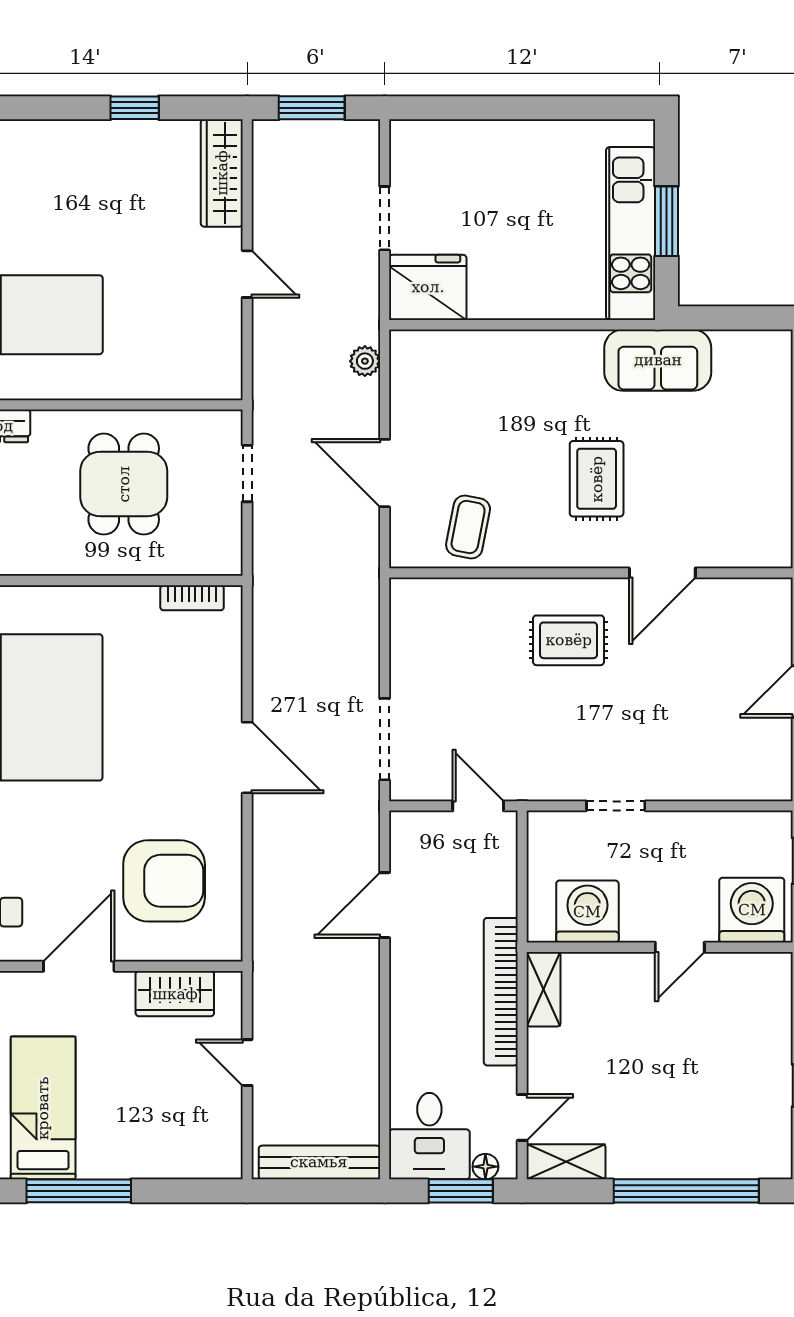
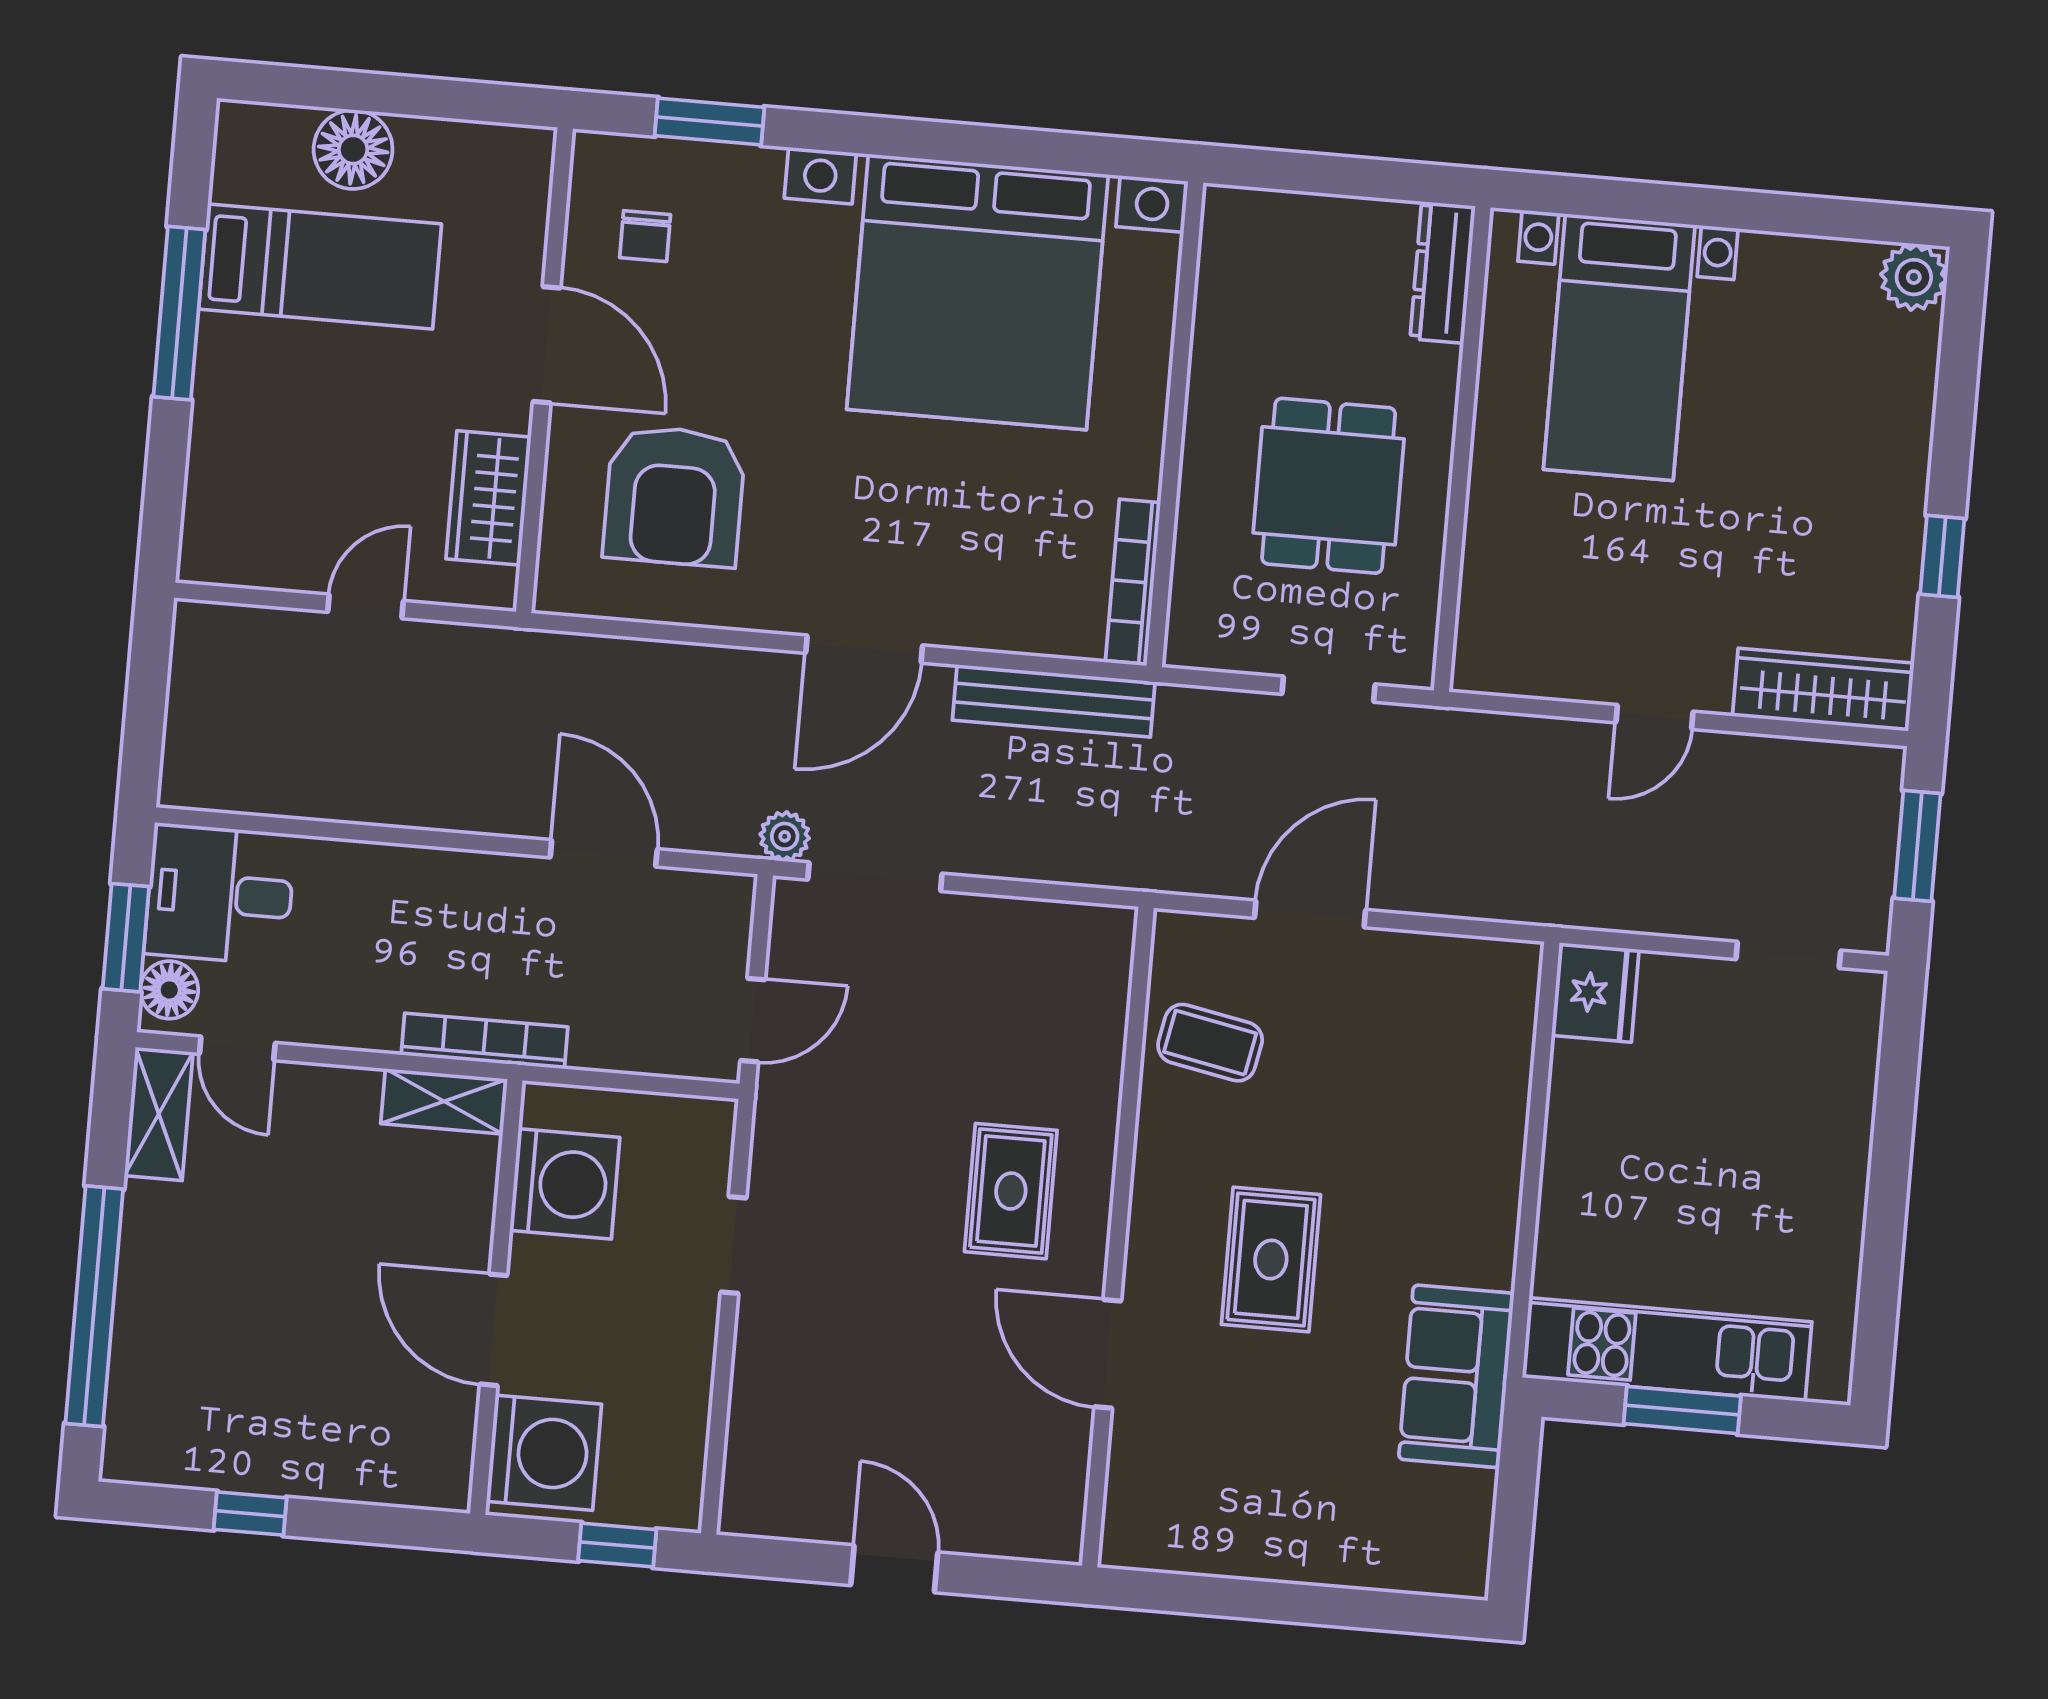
doorway: (385, 218) -> (1788, 955), moved
fridge: (428, 287) -> (1595, 993), width x0.73, depth x0.75
plant: (365, 361) -> (785, 836), moved
rug: (597, 479) -> (1271, 1259), turned 90
dining table: (124, 484) -> (1329, 486), turned 90
bookcase: (192, 598) -> (1133, 582), width x1.56
door: (680, 947) -> (494, 1330), width x1.38
bookcase: (501, 992) -> (485, 1041), width x0.68, depth x0.76
bench: (319, 1162) -> (1054, 701), moved, turned 90
floor lamp: (485, 1167) -> (169, 990), width x1.37, depth x1.37

